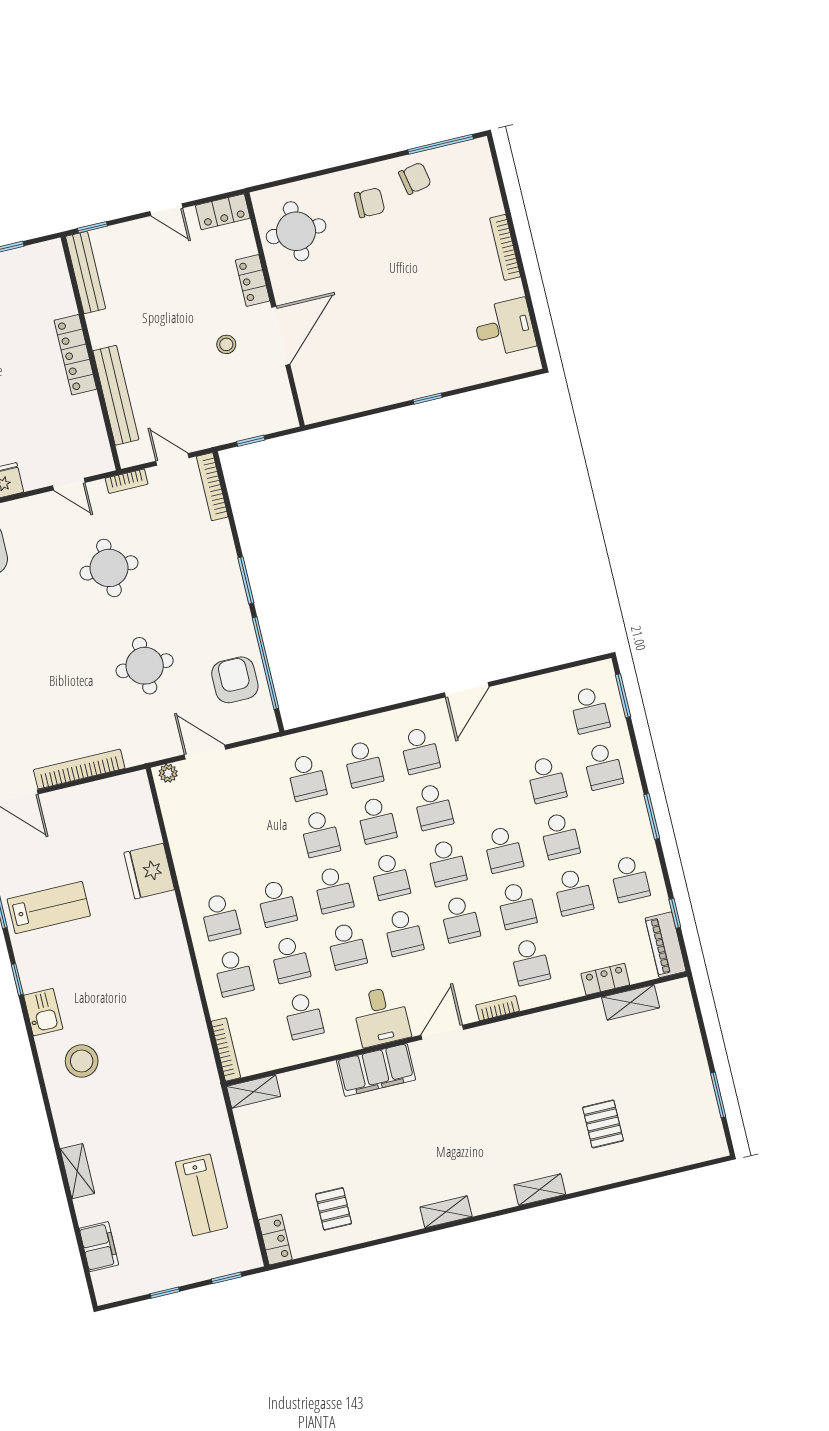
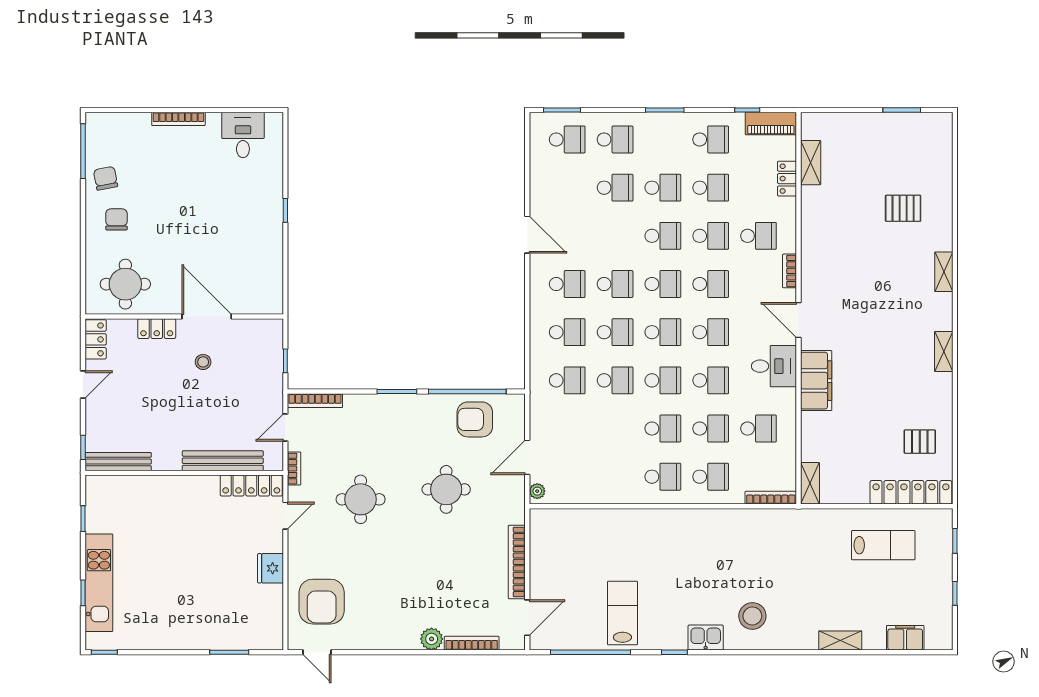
locker: (75, 355) -> (251, 486), moved
fridge: (149, 871) -> (612, 525), removed
locker: (275, 1240) -> (911, 492), width x2.16, depth x1.21

